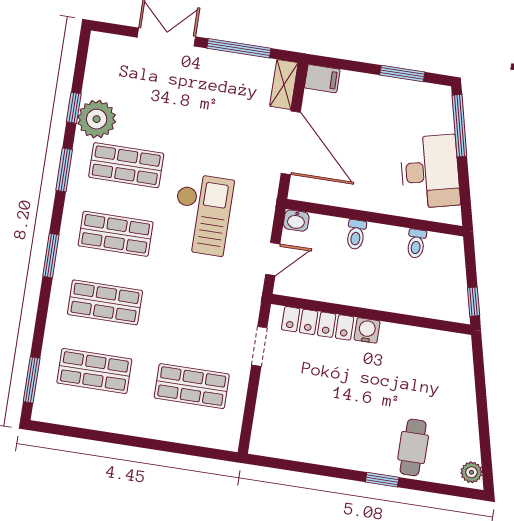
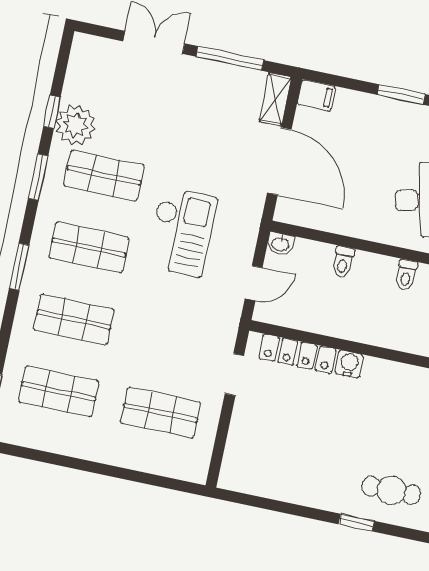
cafe table: (413, 447) -> (391, 490), turned 90

